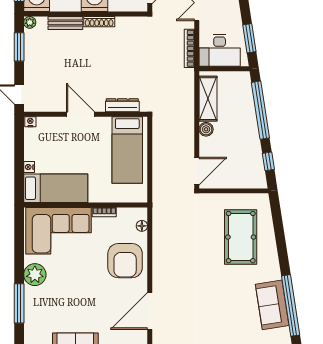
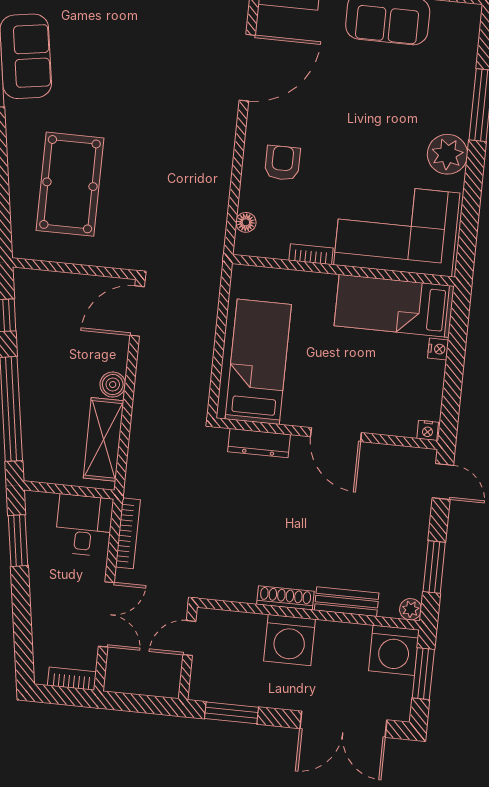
desk: (220, 50) -> (84, 525), width x0.73
armchair: (125, 261) -> (282, 163), width x0.53, depth x0.53

